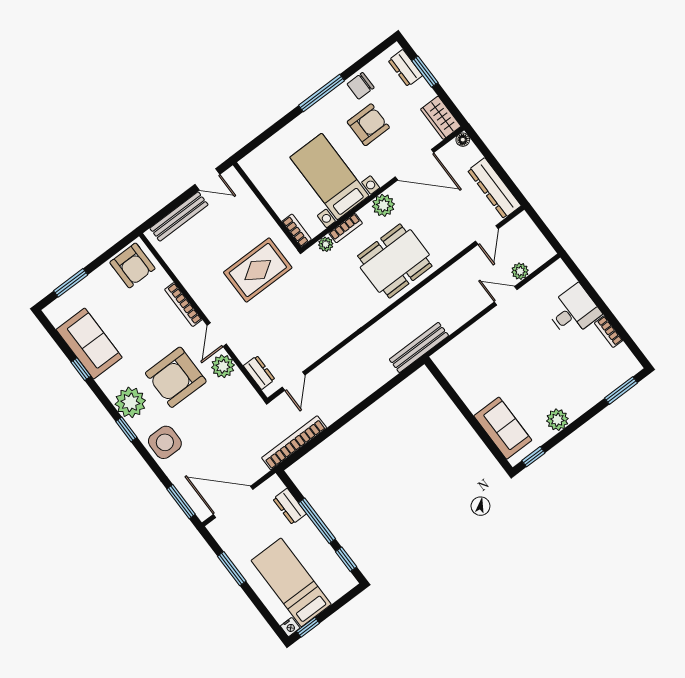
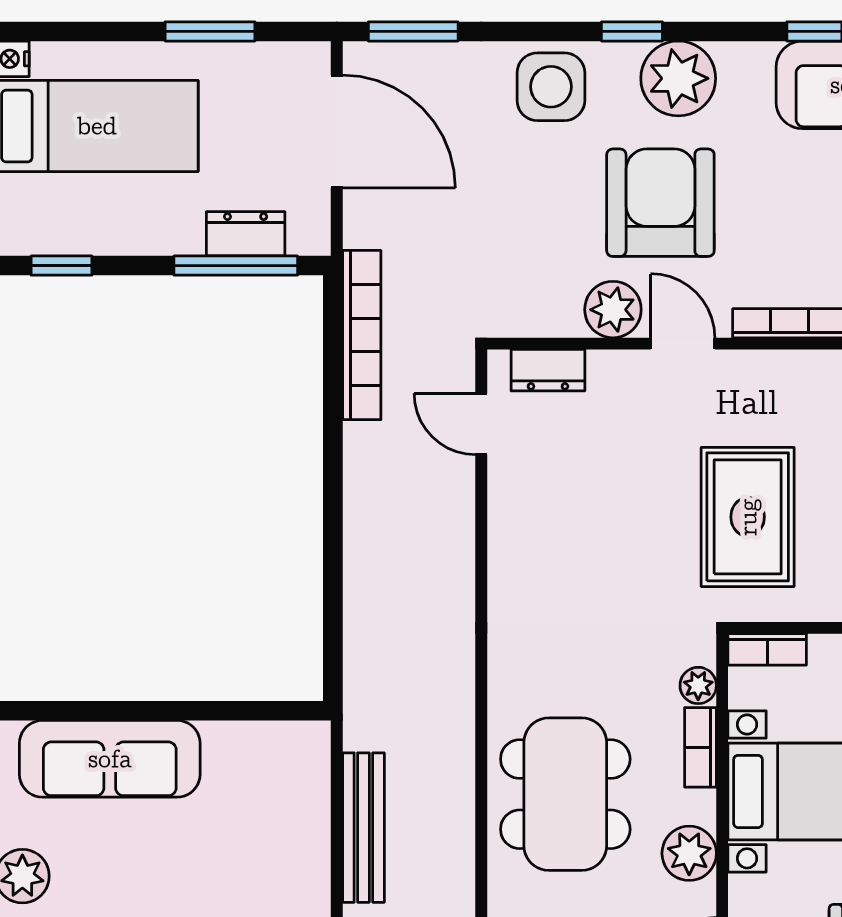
bench: (419, 347) -> (363, 828), moved
sofa: (503, 428) -> (110, 759), width x1.36
door: (233, 502) -> (337, 132), hinge flipped
window: (317, 521) -> (236, 266), moved

